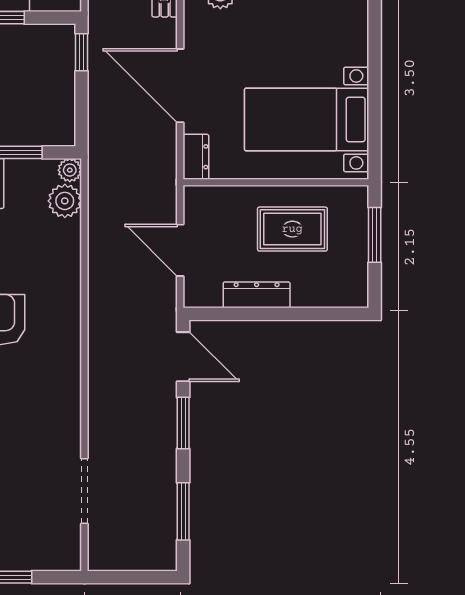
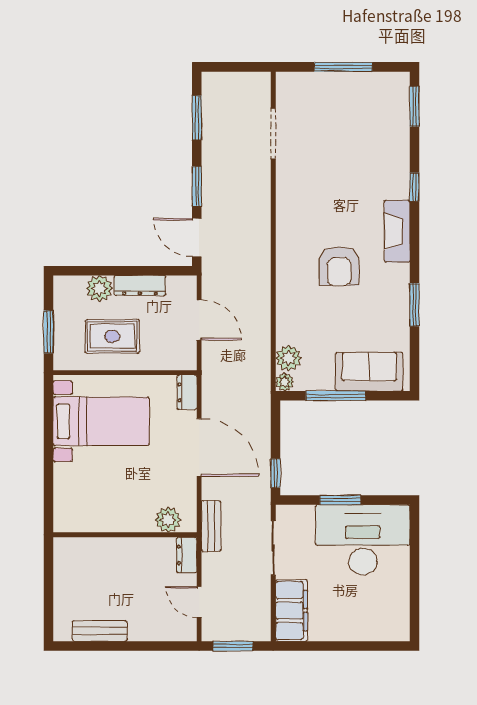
plant: (309, 291) -> (99, 288), added

